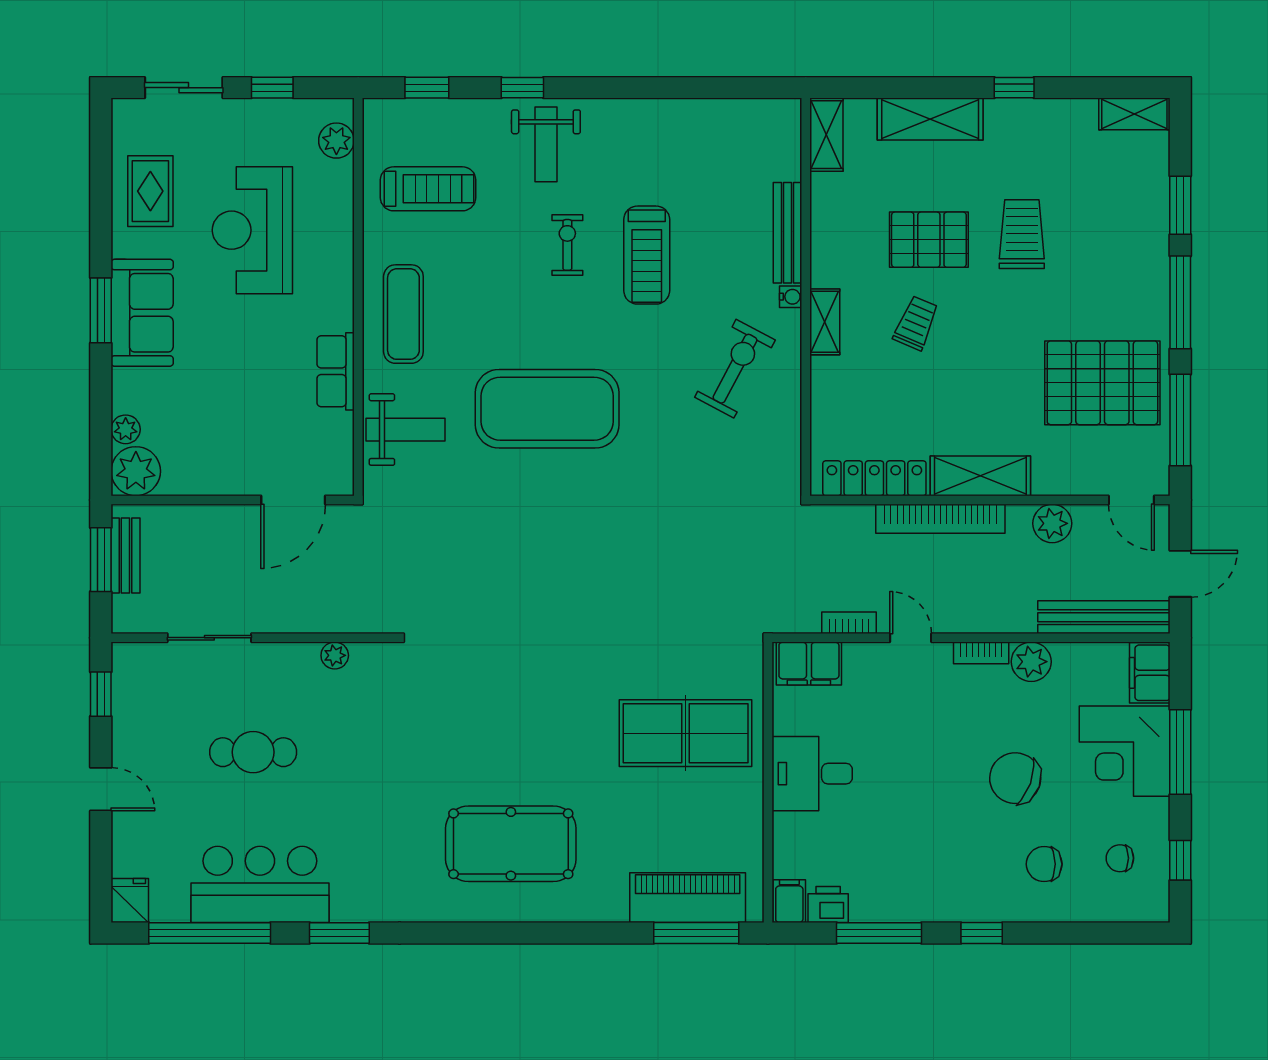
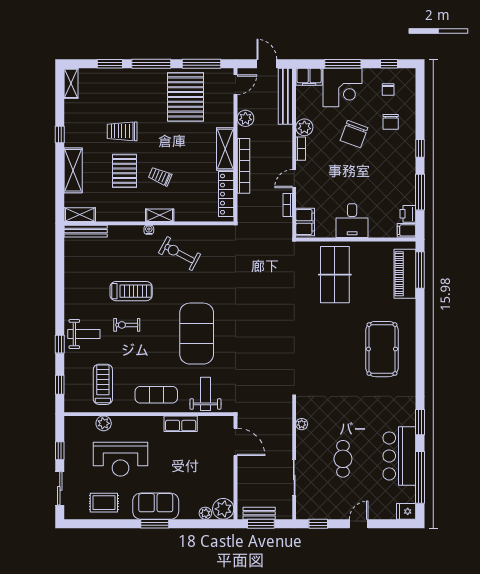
plant: (336, 141) -> (104, 423), moved
bench: (788, 233) -> (86, 231), moved

